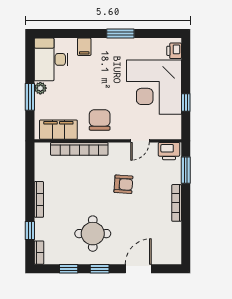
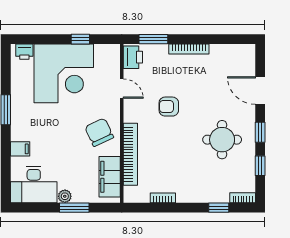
chair: (100, 120) -> (99, 132), turned 65
armchair: (123, 184) -> (169, 107), turned -94
bookcase: (39, 199) -> (163, 198), moved, width x0.64

